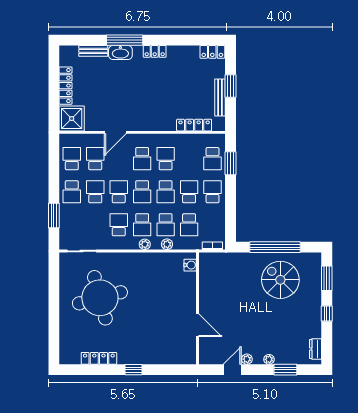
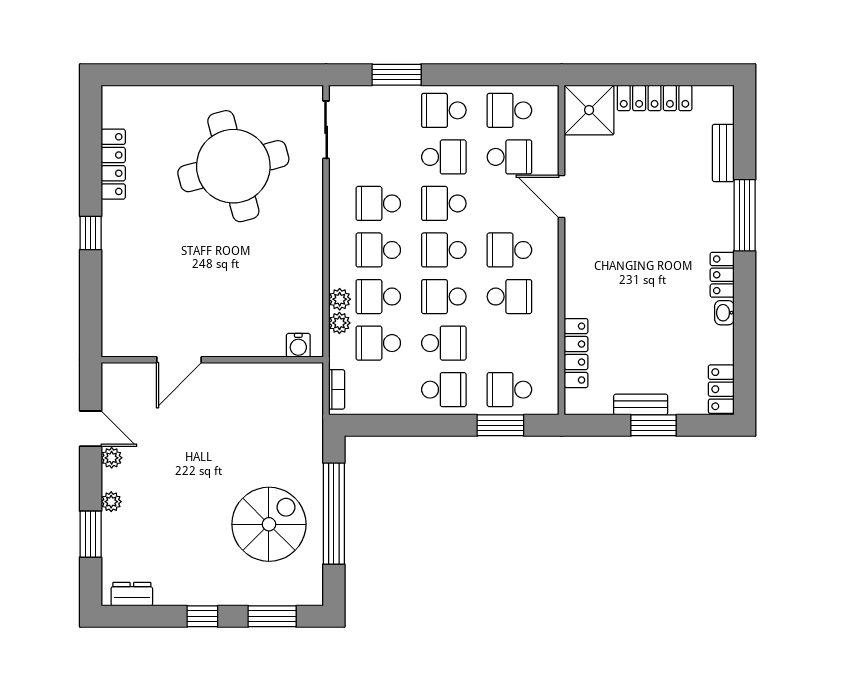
washbasin: (120, 53) -> (724, 313), moved, width x0.52, depth x0.69
bench: (220, 97) -> (641, 404), width x0.73
school desk: (72, 159) -> (509, 110), turned 180
school desk: (119, 192) -> (444, 203), turned 180
school desk: (119, 225) -> (378, 203), turned 180
plant: (145, 244) -> (339, 323), moved

